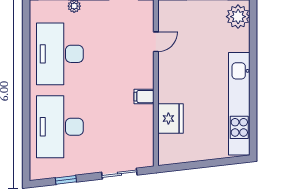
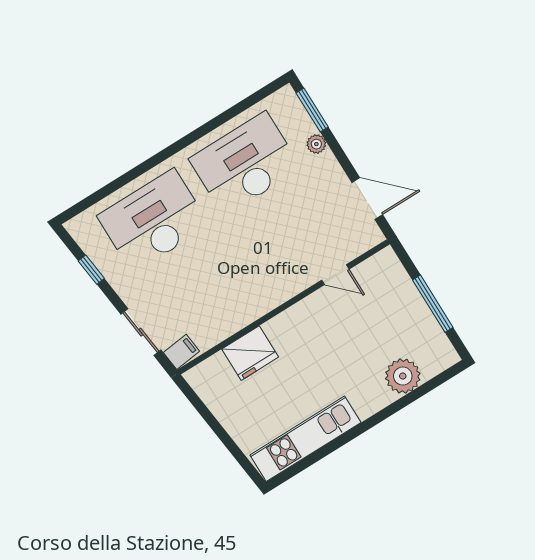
plant: (238, 17) -> (403, 376), moved
filing cabinet: (144, 97) -> (181, 352), moved, turned 83
kitchen unit: (239, 104) -> (305, 439), width x0.73

